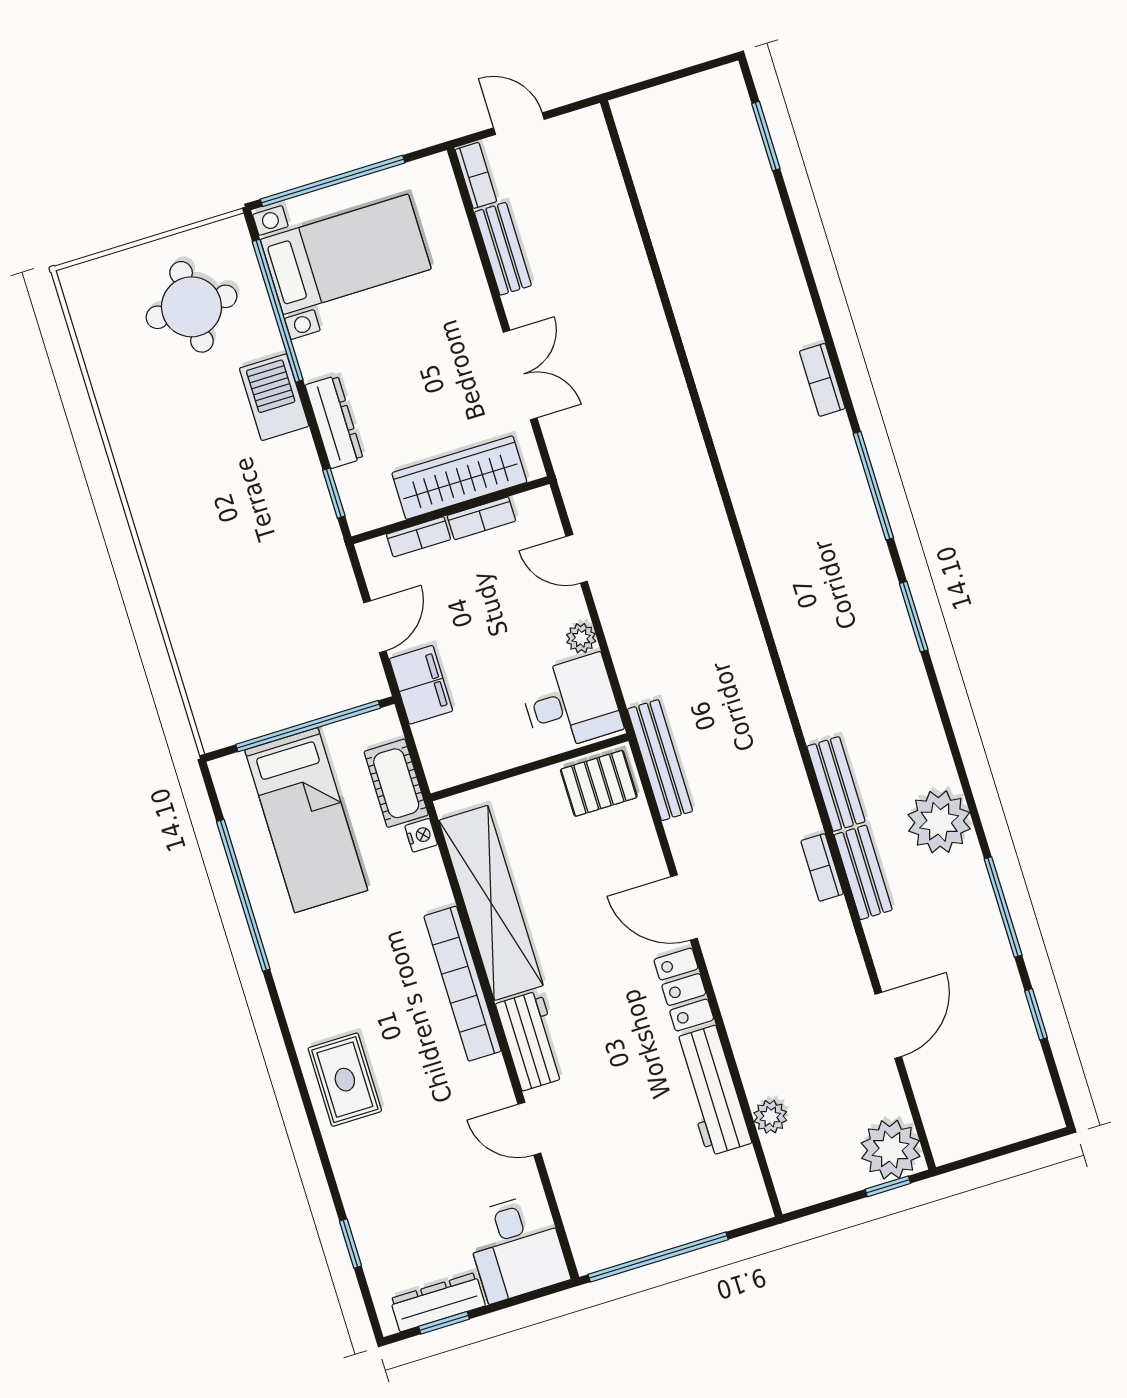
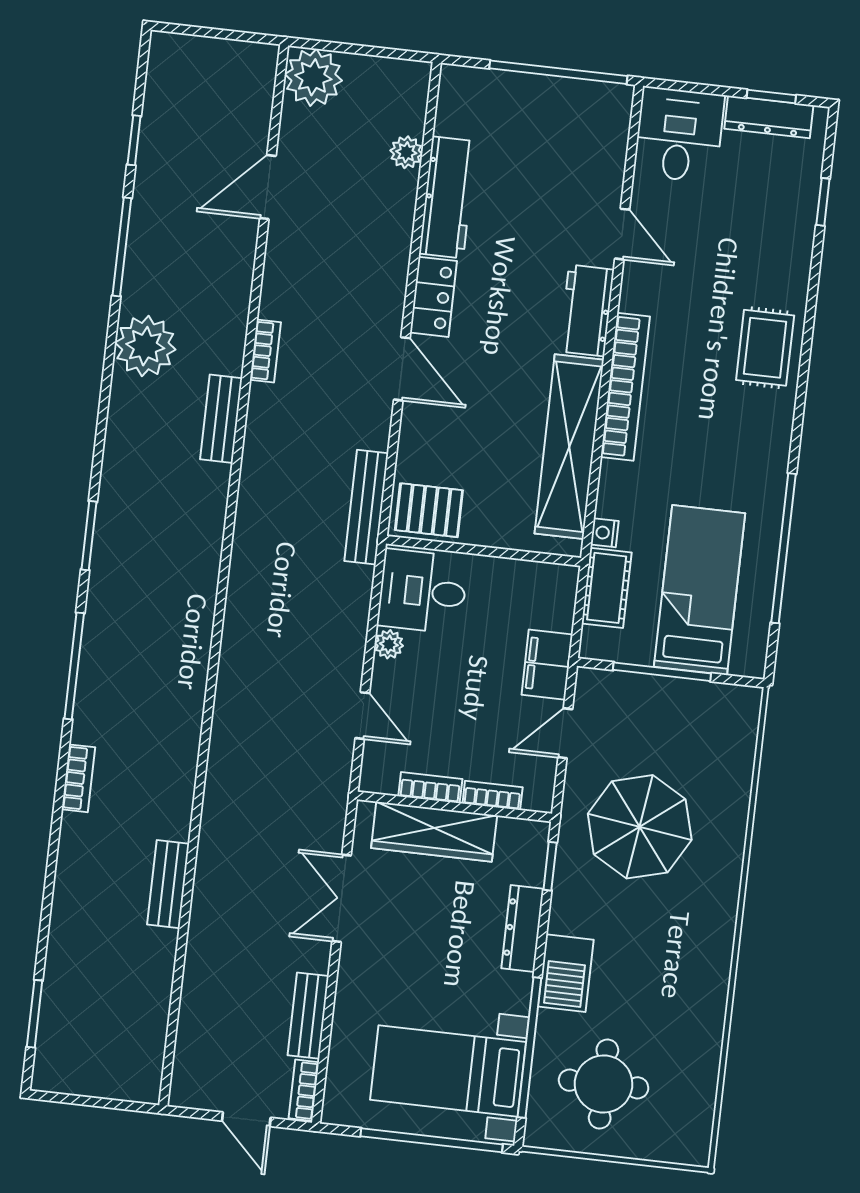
parasol: (264, 568) -> (640, 827), added
window: (308, 726) -> (662, 672), width x0.68
bench: (863, 872) -> (168, 884), moved
window: (888, 1186) -> (330, 46), removed

